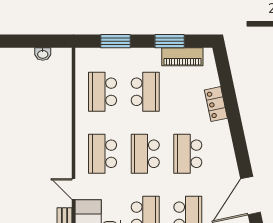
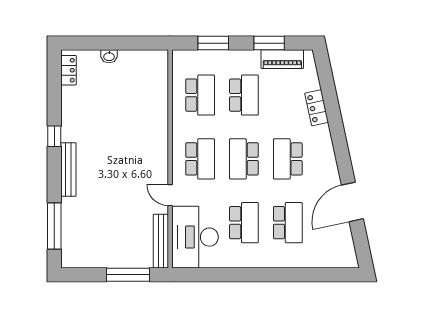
washbasin: (43, 54) -> (109, 56), moved
school desk: (103, 92) -> (200, 95), turned 180
school desk: (103, 154) -> (200, 159), turned 180

